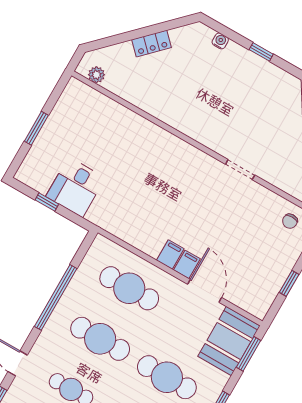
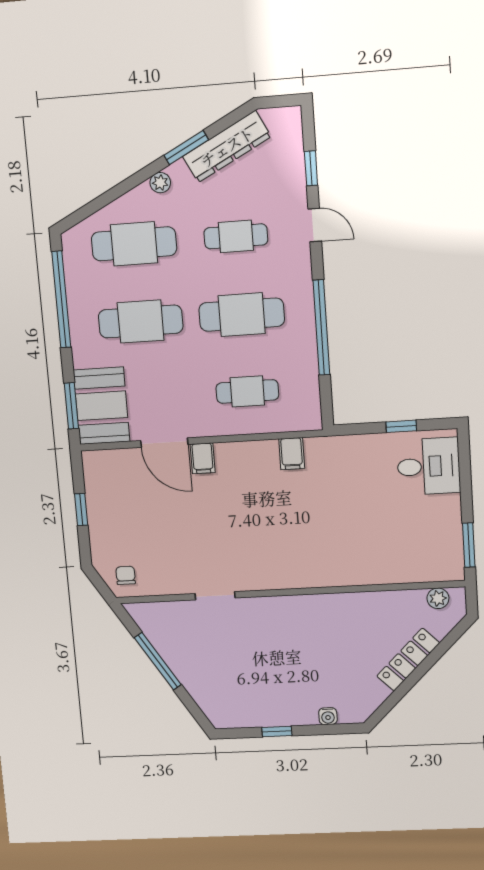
locker: (151, 44) -> (408, 660), width x1.53
window: (36, 128) -> (469, 545), moved
desk: (76, 187) -> (429, 466), moved, turned 90
filing cabinet: (170, 255) -> (292, 454), moved
cafe table: (129, 288) -> (247, 391), width x0.73, depth x0.74

